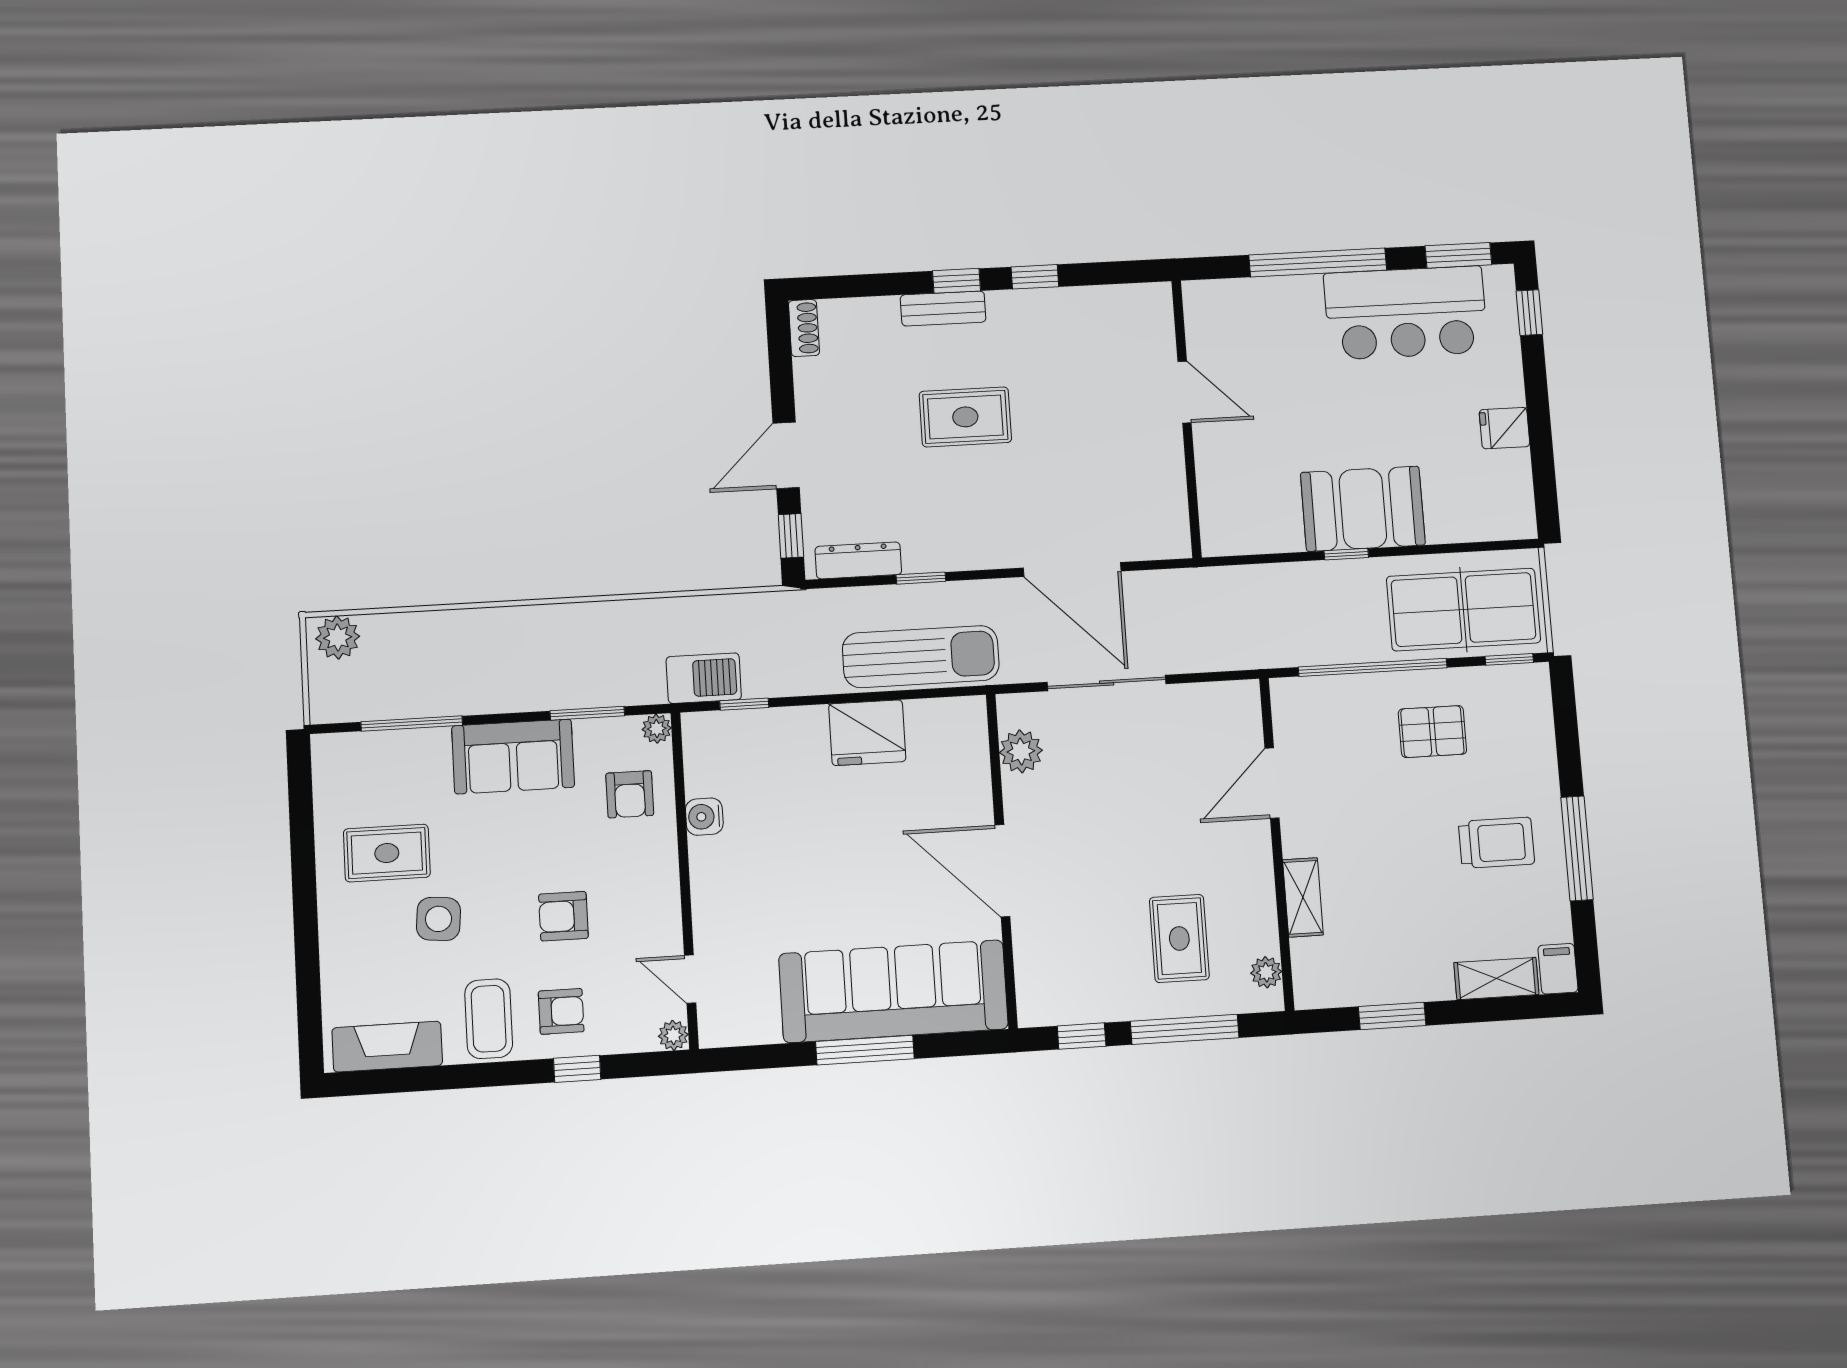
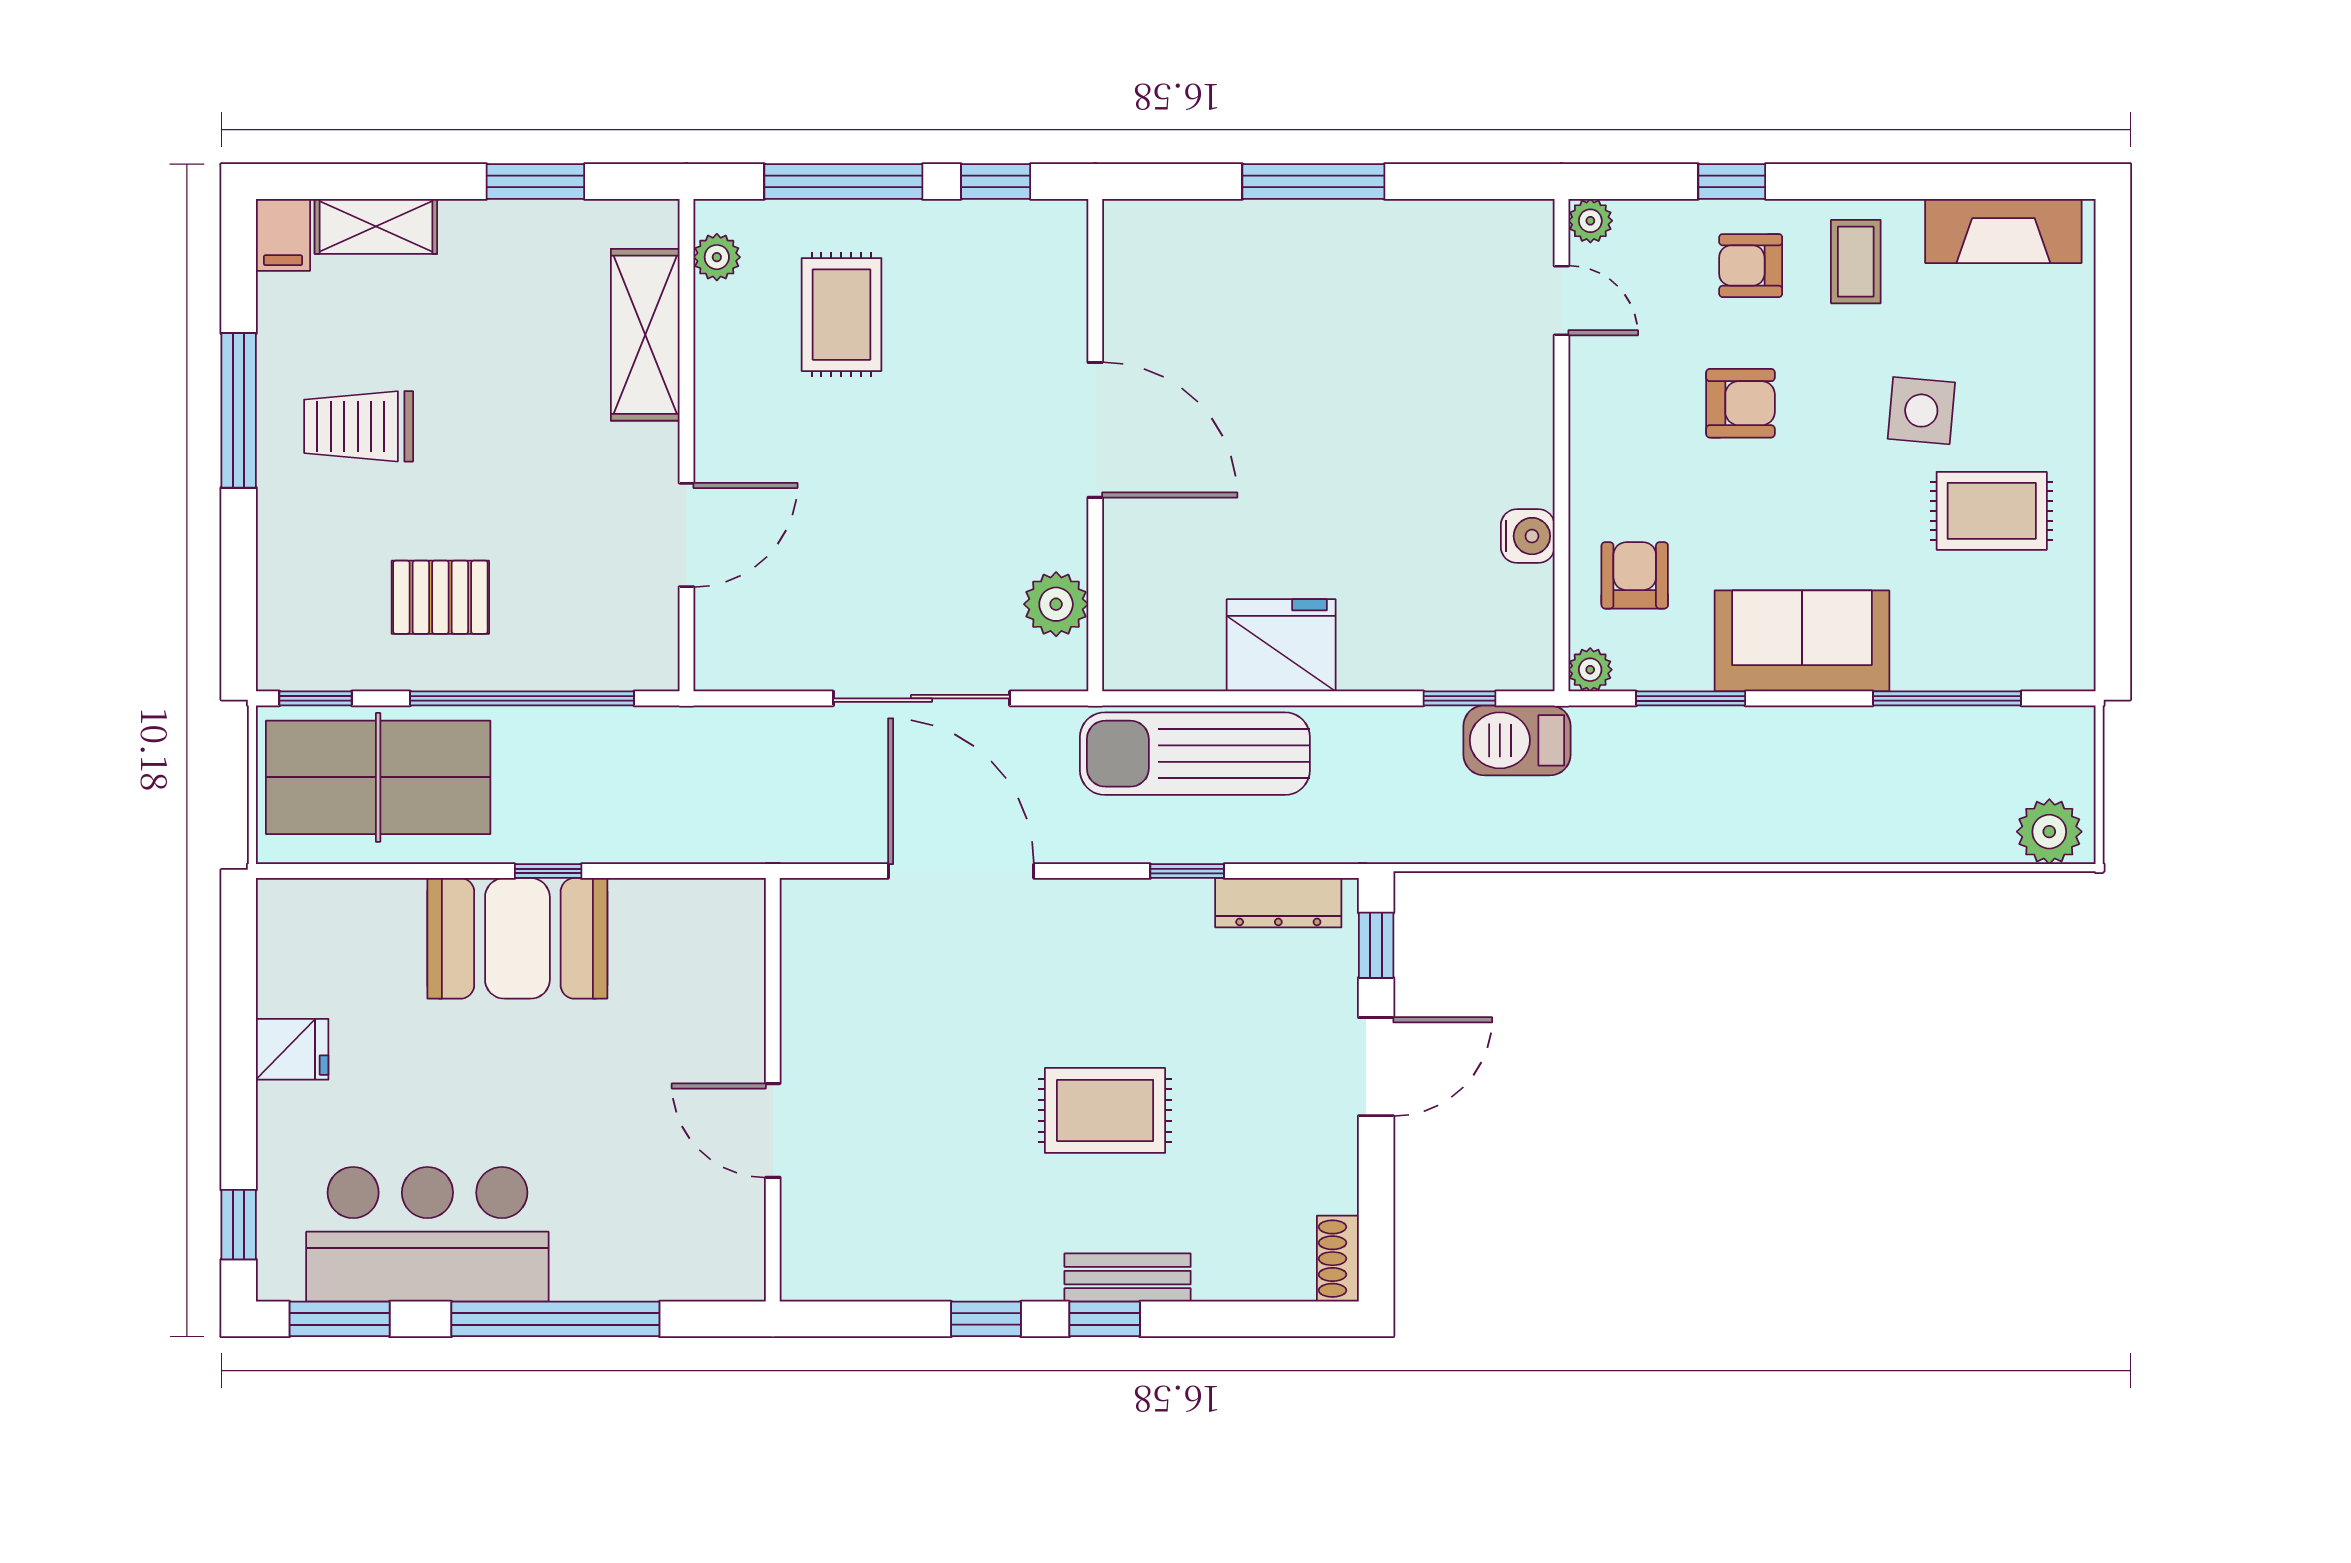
shelving: (1303, 897) -> (645, 335), width x1.50, depth x1.33
sofa: (894, 991) -> (1266, 264), removed
coffee table: (489, 1019) -> (1856, 262), width x0.73, depth x0.77

